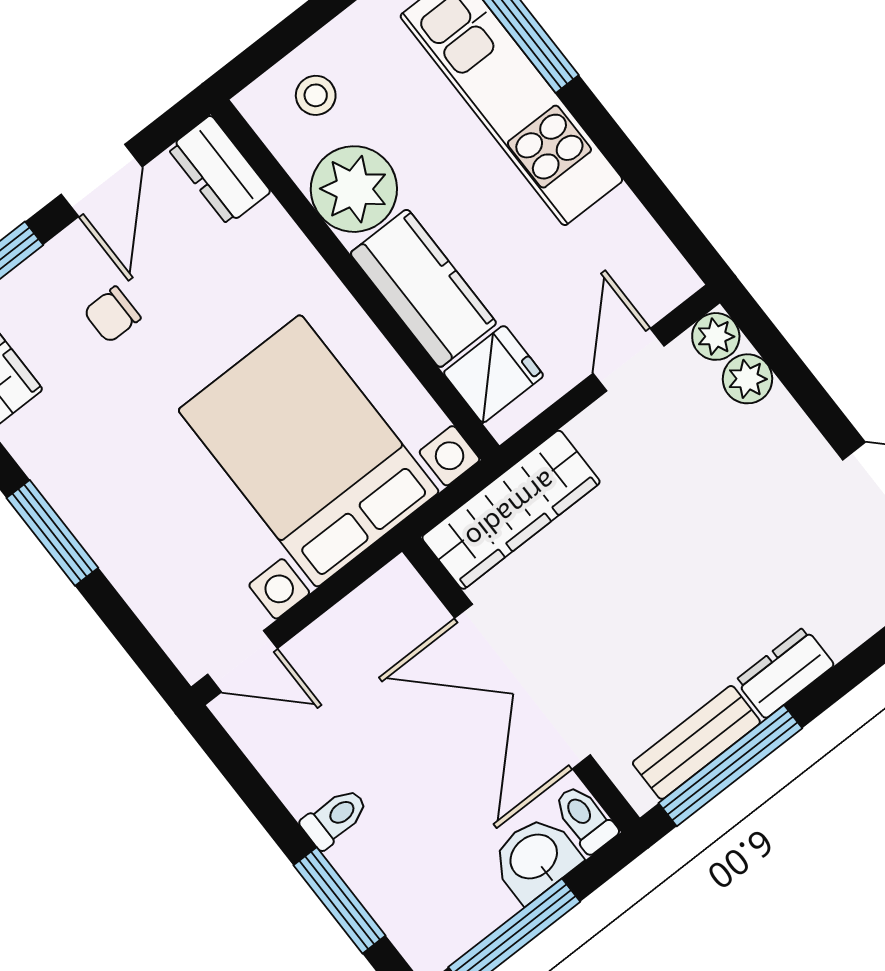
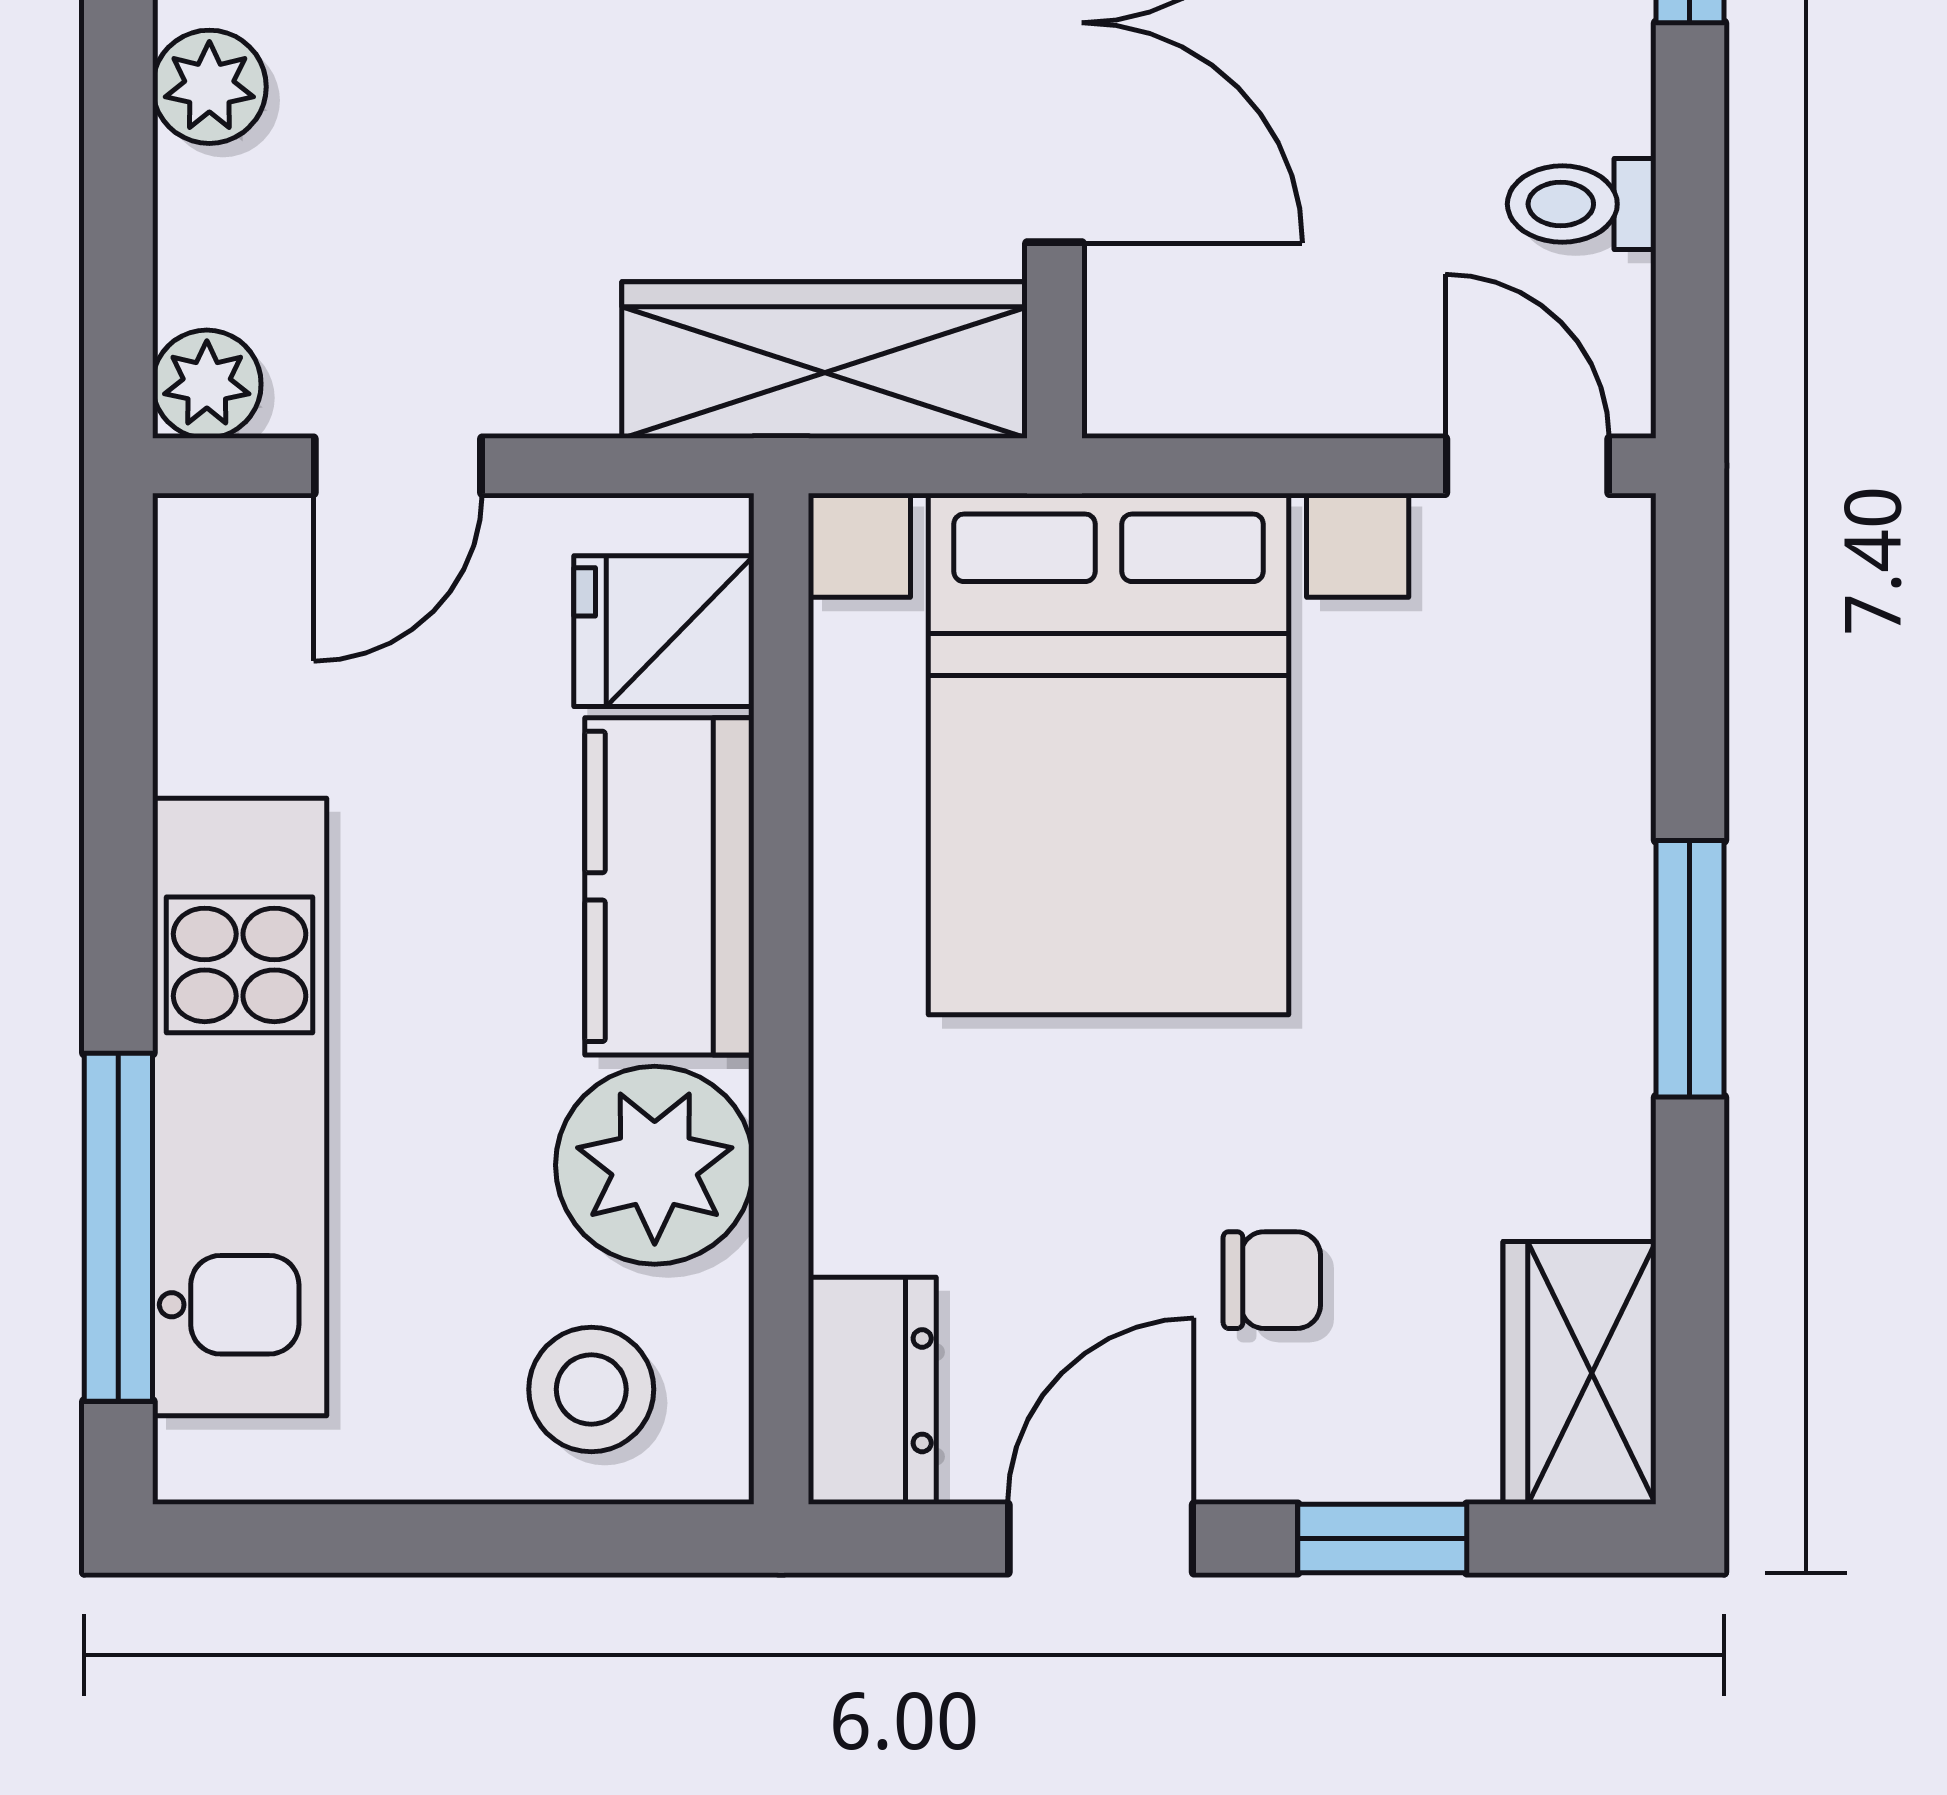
stool: (316, 95) -> (591, 1389), width x1.37, depth x1.37
plant: (748, 379) -> (209, 87), moved
toilet: (335, 818) -> (1582, 204), moved

